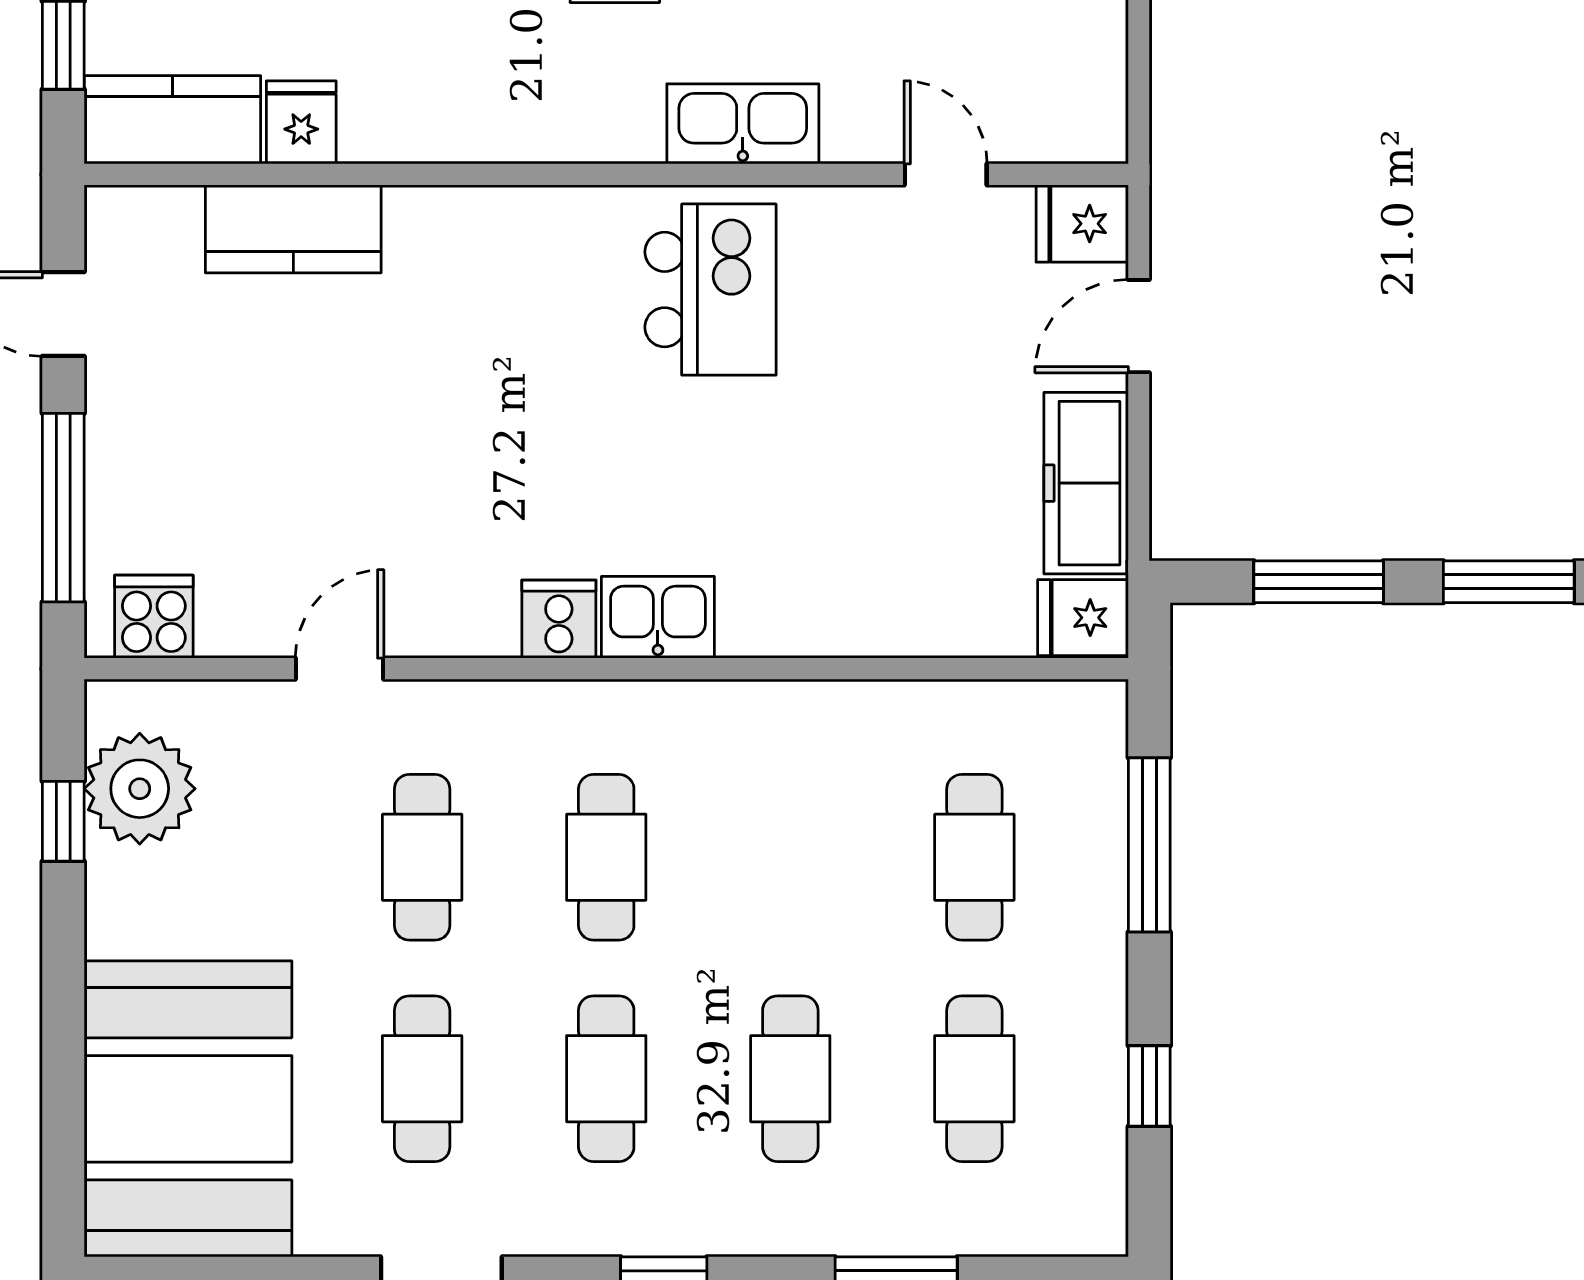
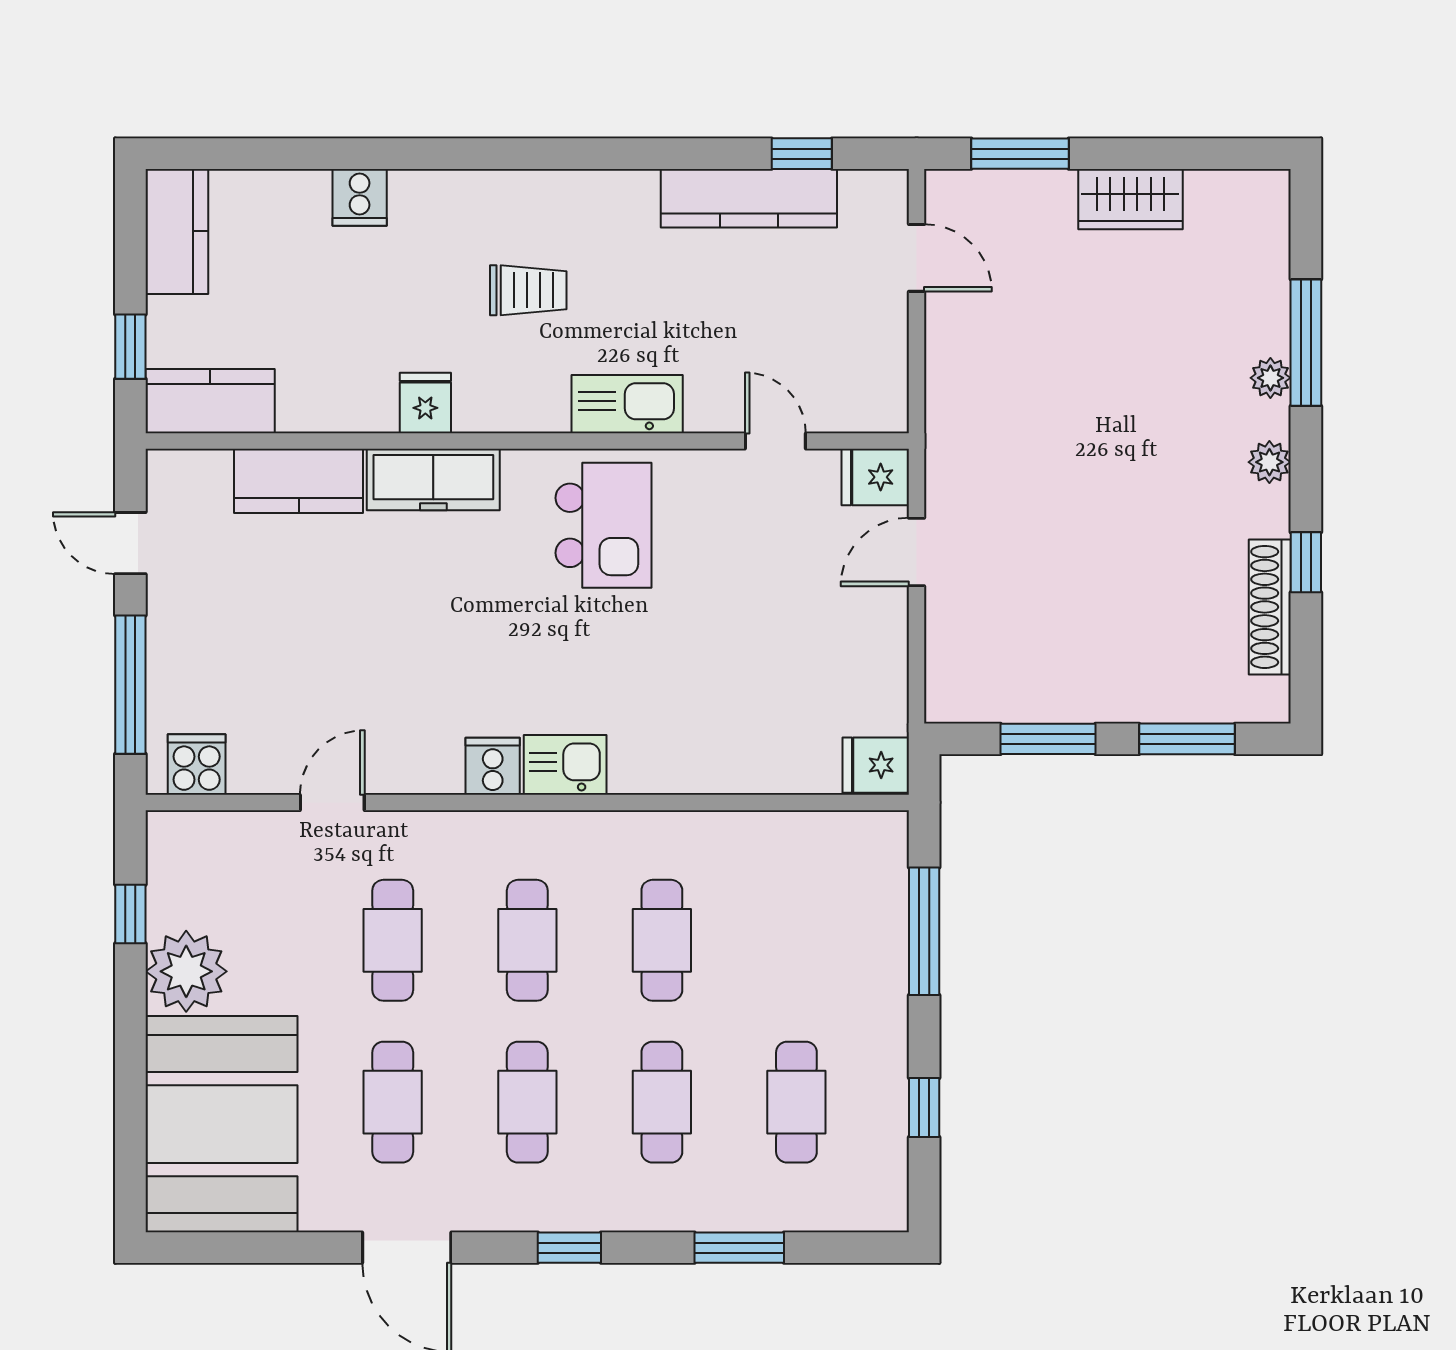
fridge: (301, 122) -> (425, 403), moved
freezer: (1086, 483) -> (433, 480), moved, turned -90
plant: (140, 789) -> (186, 971), moved
cafe table: (974, 857) -> (662, 940), moved

